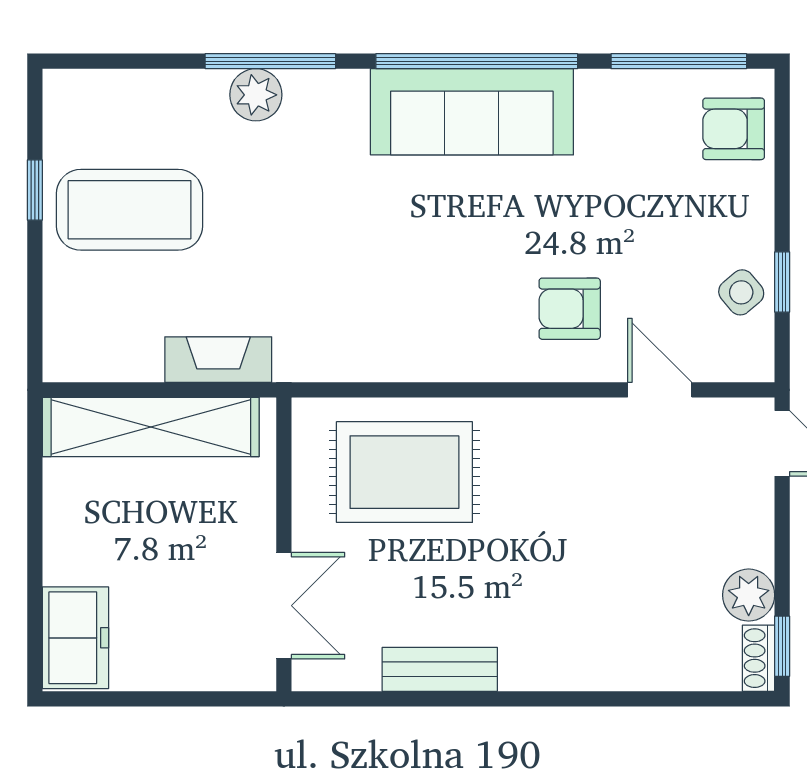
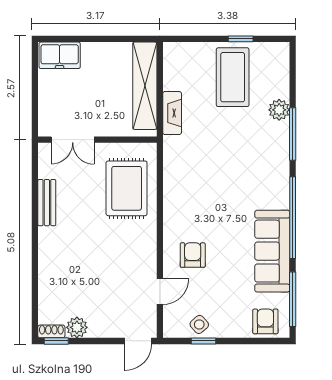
plant: (256, 95) -> (279, 110), moved
sofa: (472, 112) -> (272, 251), moved

